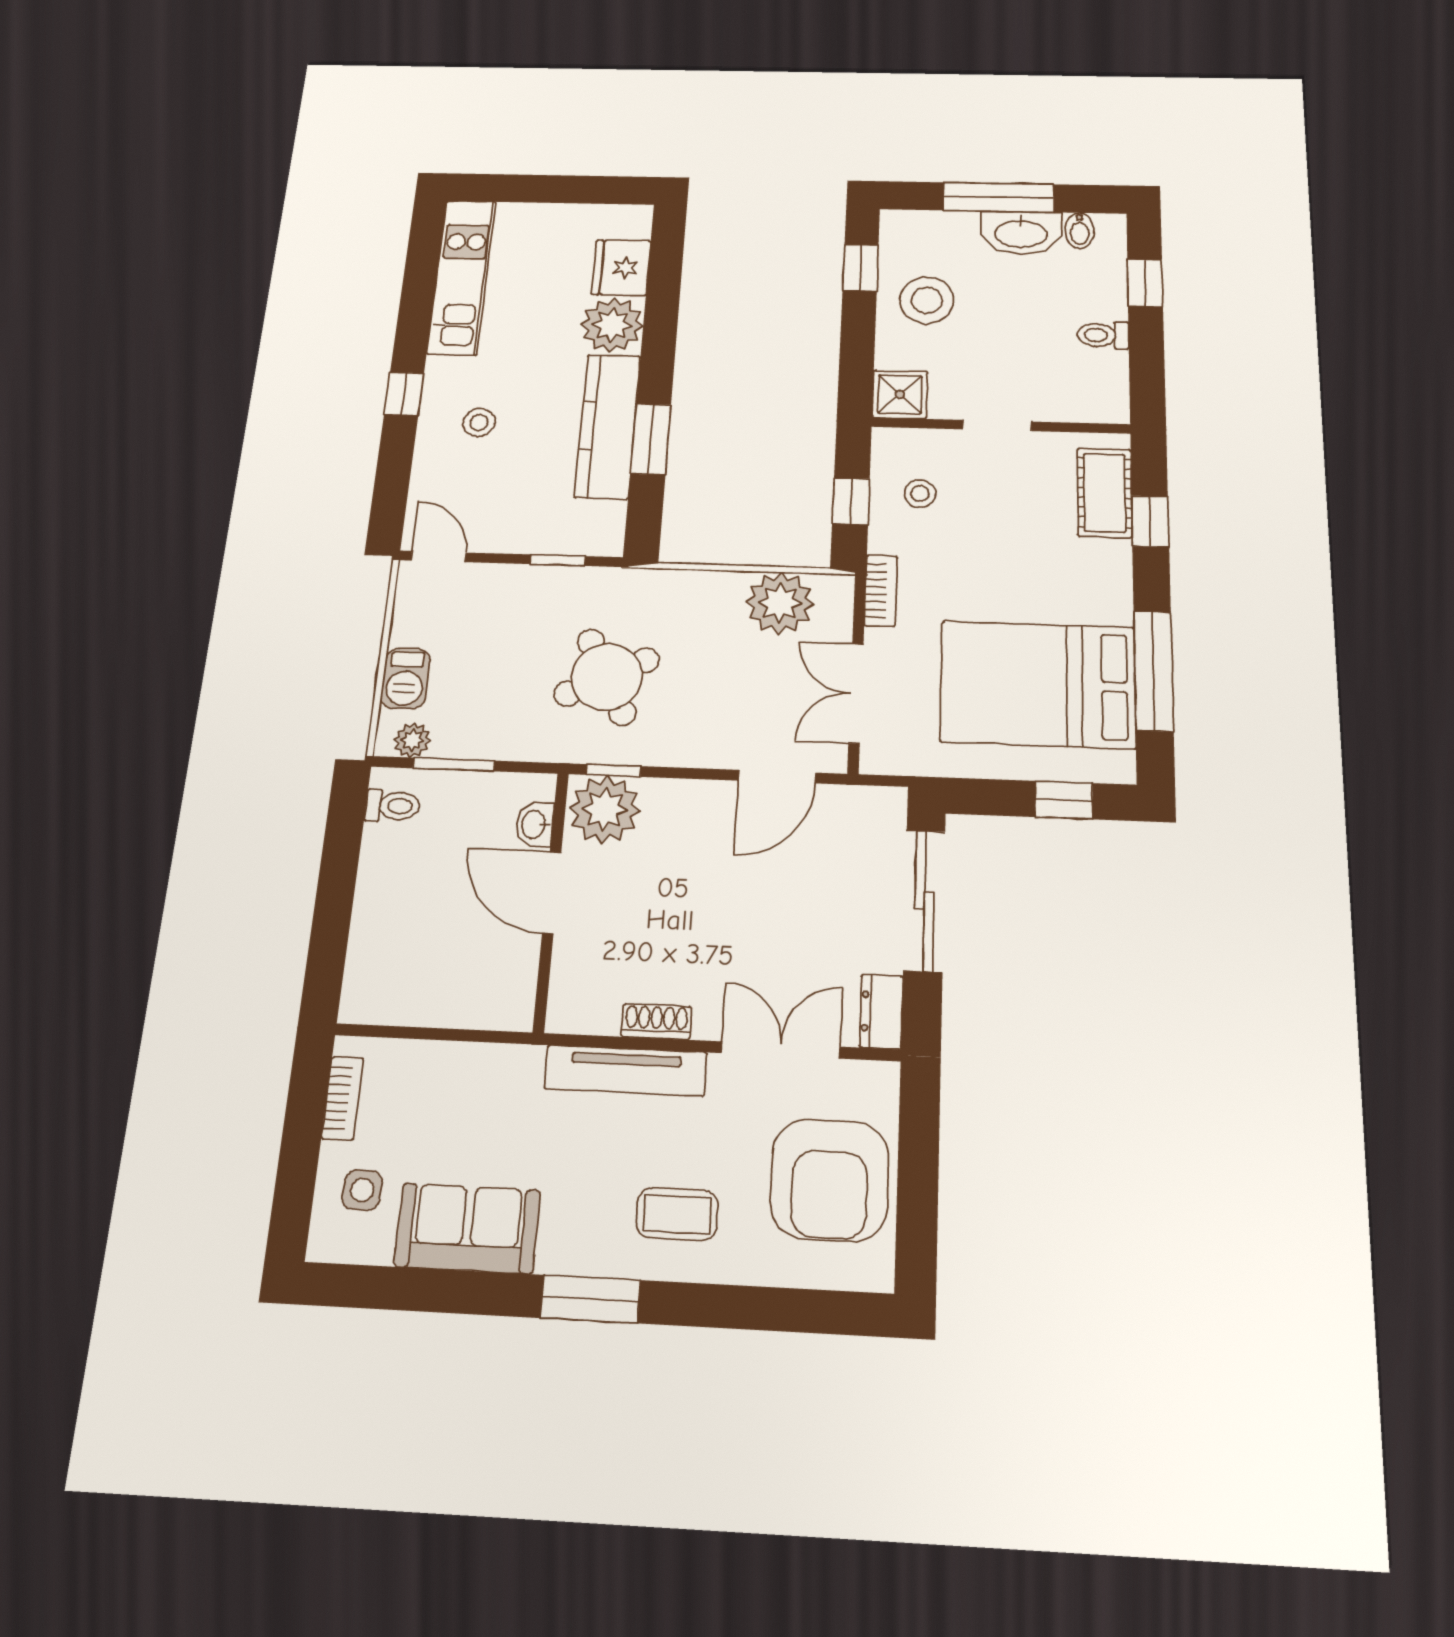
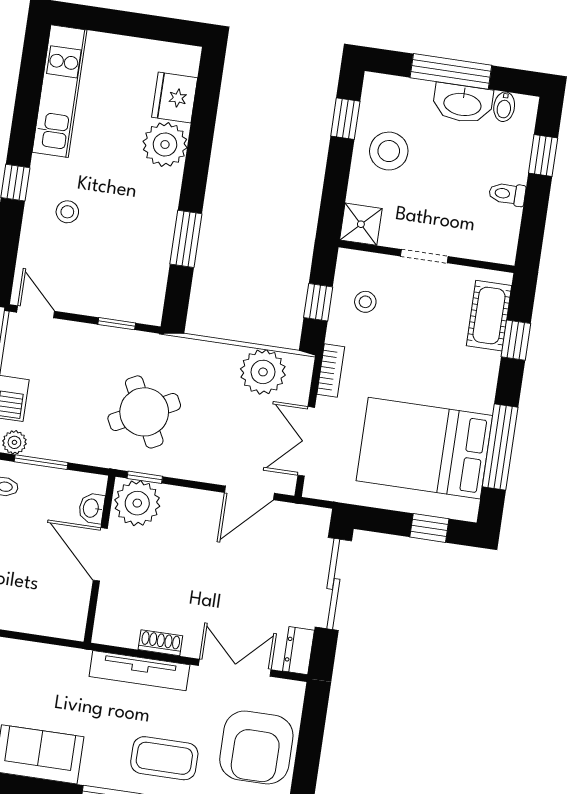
kitchen counter: (608, 426) -> (157, 225), removed
coffee table: (677, 1214) -> (164, 758), width x1.36, depth x1.30

